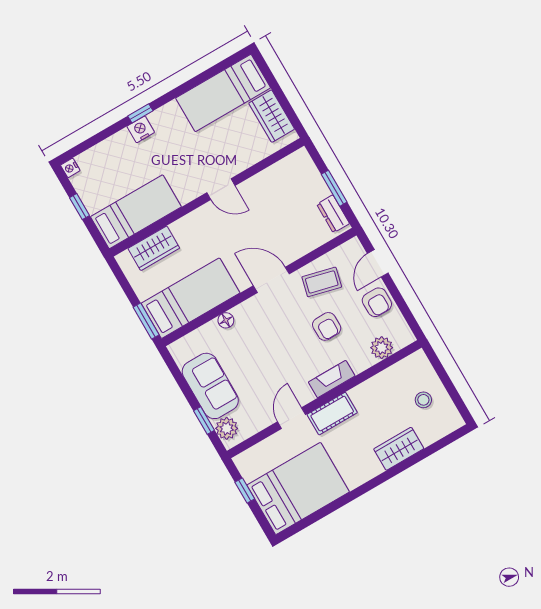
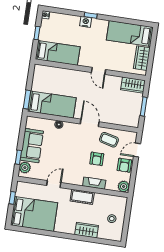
dresser: (333, 214) -> (135, 116), removed
wardrobe: (154, 248) -> (133, 85), moved
plant: (382, 348) -> (124, 187), moved
fireplace: (332, 379) -> (94, 183), moved
cot: (332, 414) -> (82, 197), moved

